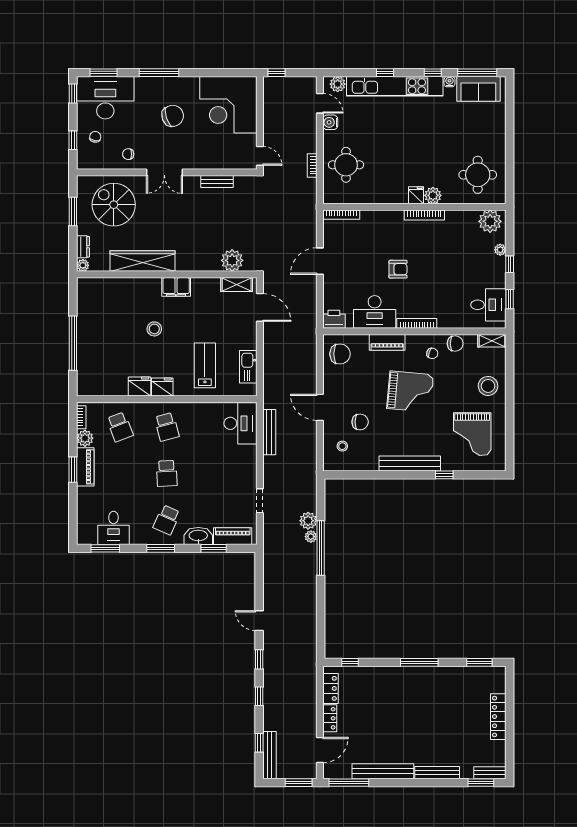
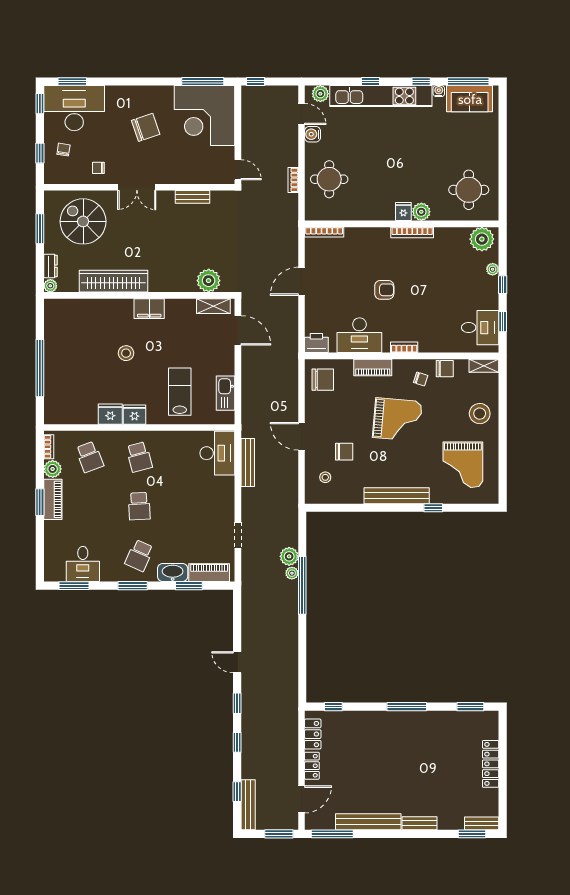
window: (159, 73) -> (203, 81), moved
bookcase: (417, 323) -> (404, 347), width x0.64
bench: (437, 773) -> (419, 823), width x0.73

